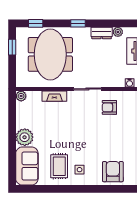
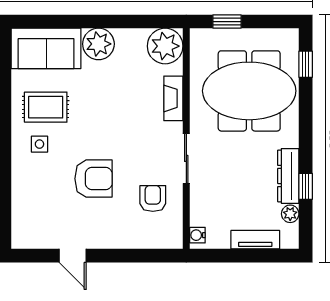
window: (78, 23) -> (306, 186), moved
dresser: (102, 33) -> (288, 176), width x1.44
window: (12, 47) -> (227, 22), moved
plant: (21, 96) -> (165, 46), width x1.88, depth x1.88
armchair: (113, 172) -> (94, 179), moved

